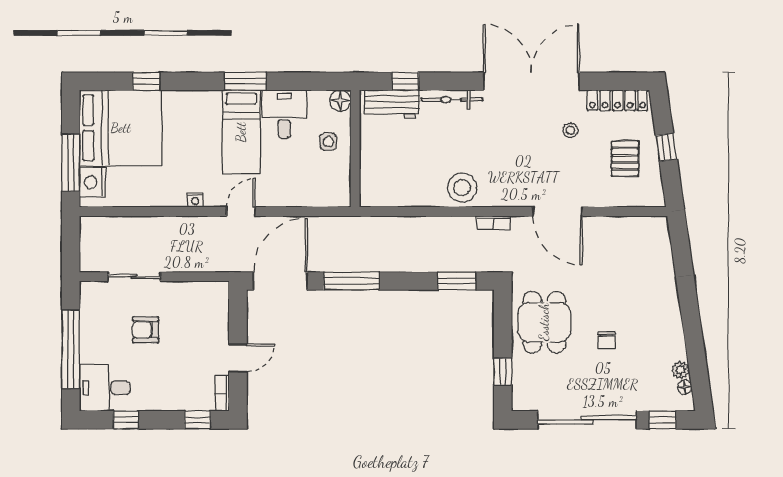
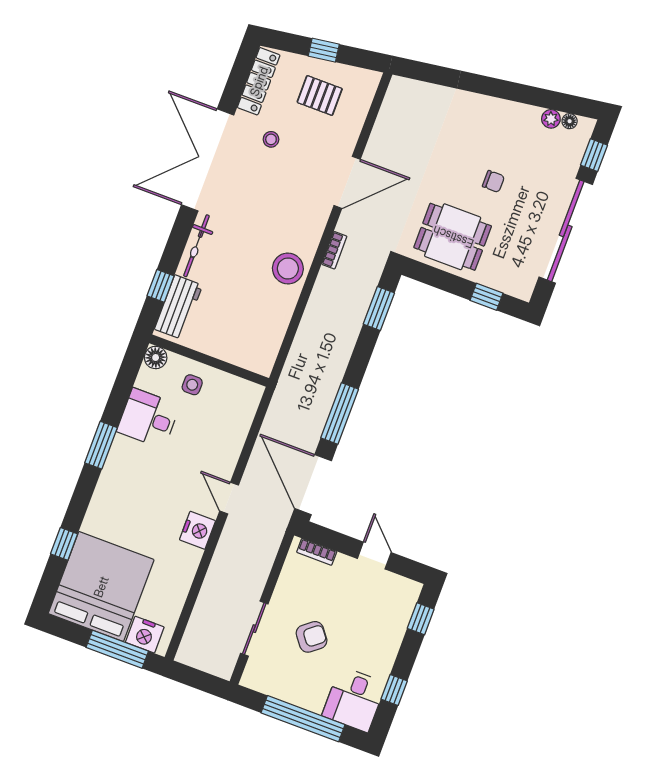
bed: (241, 132) -> (150, 468), removed
nightstand: (195, 200) -> (197, 530), width x1.89, depth x1.79
armchair: (146, 330) -> (312, 637), turned -128
bookcase: (222, 394) -> (317, 552), moved

